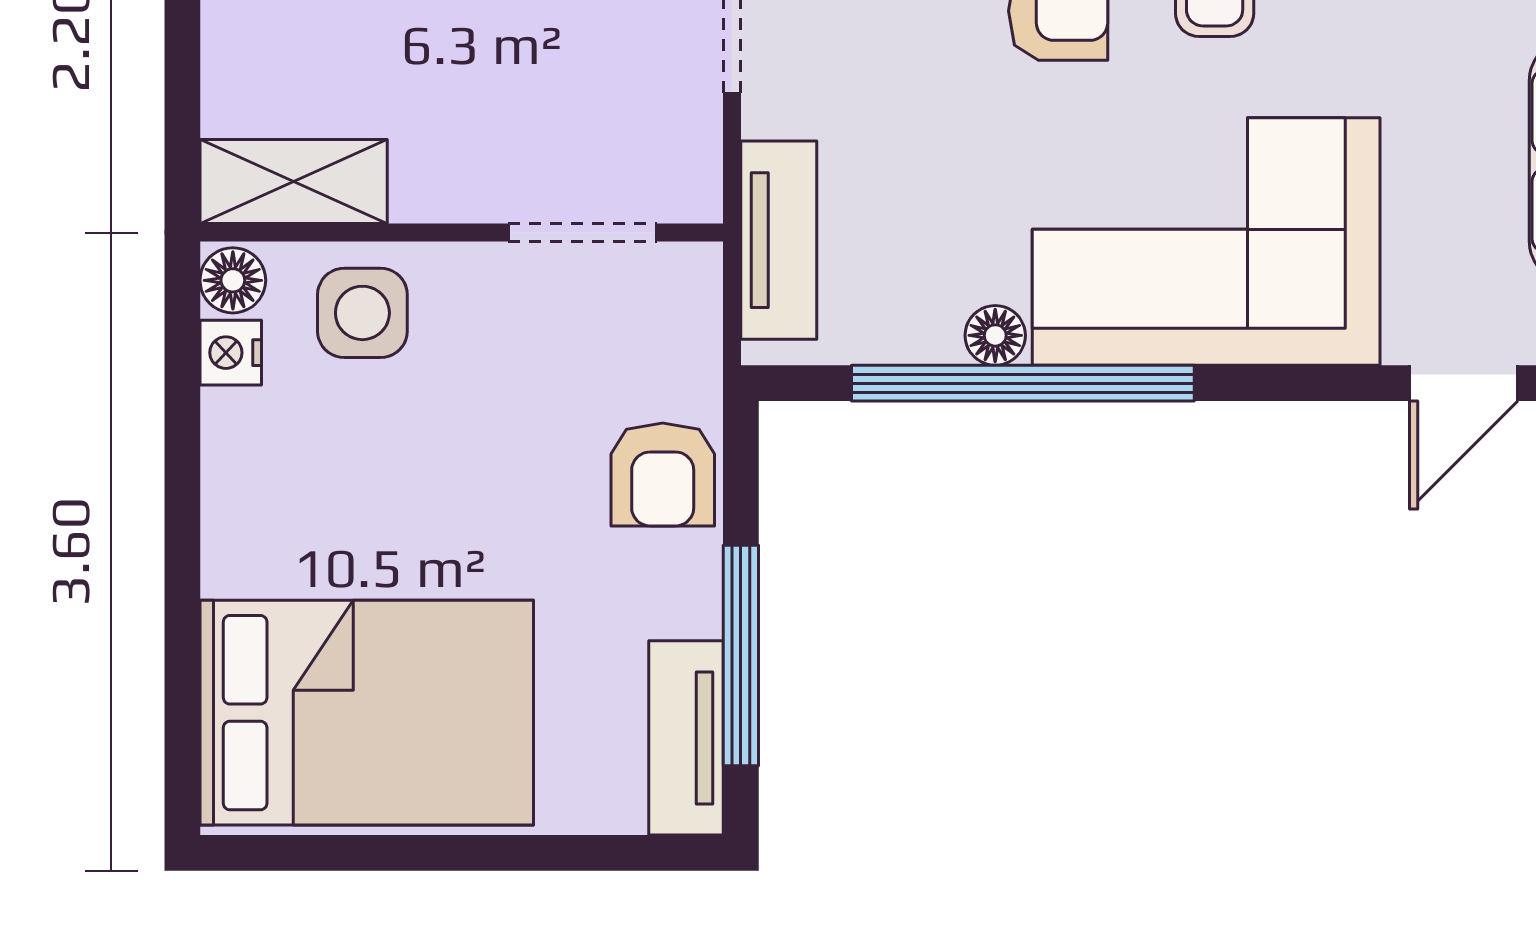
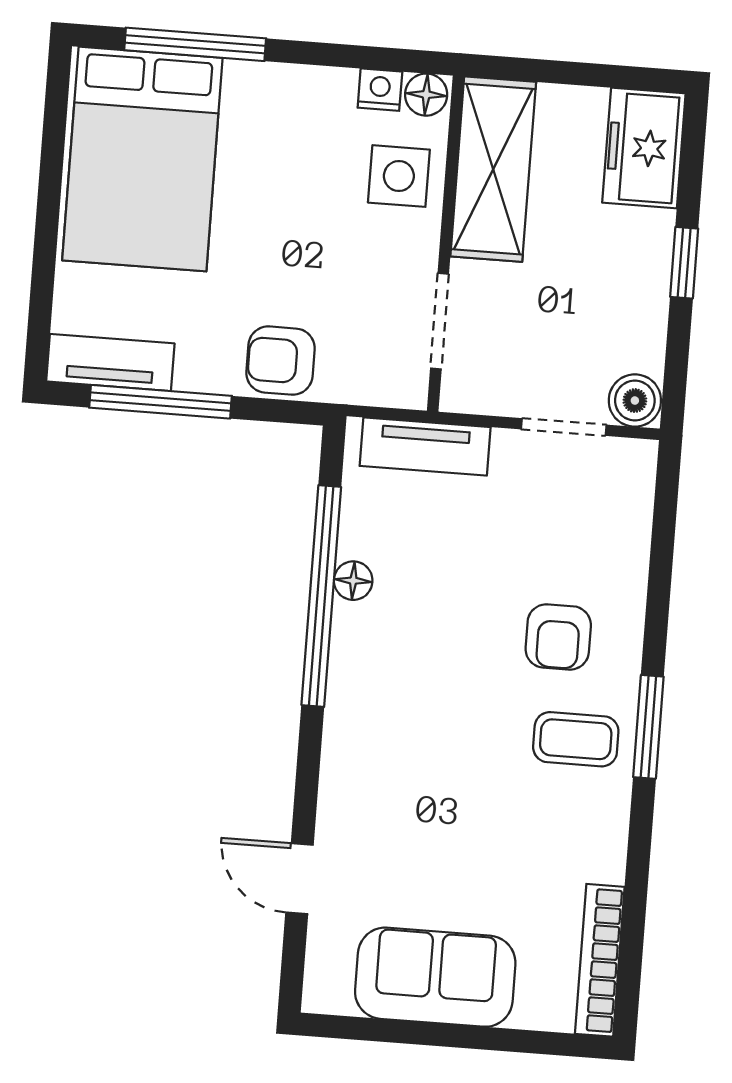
shelving: (294, 182) -> (493, 169), width x1.50, depth x1.33
corner sofa: (1206, 242) -> (403, 720), removed
window: (182, 645) -> (195, 44), added

